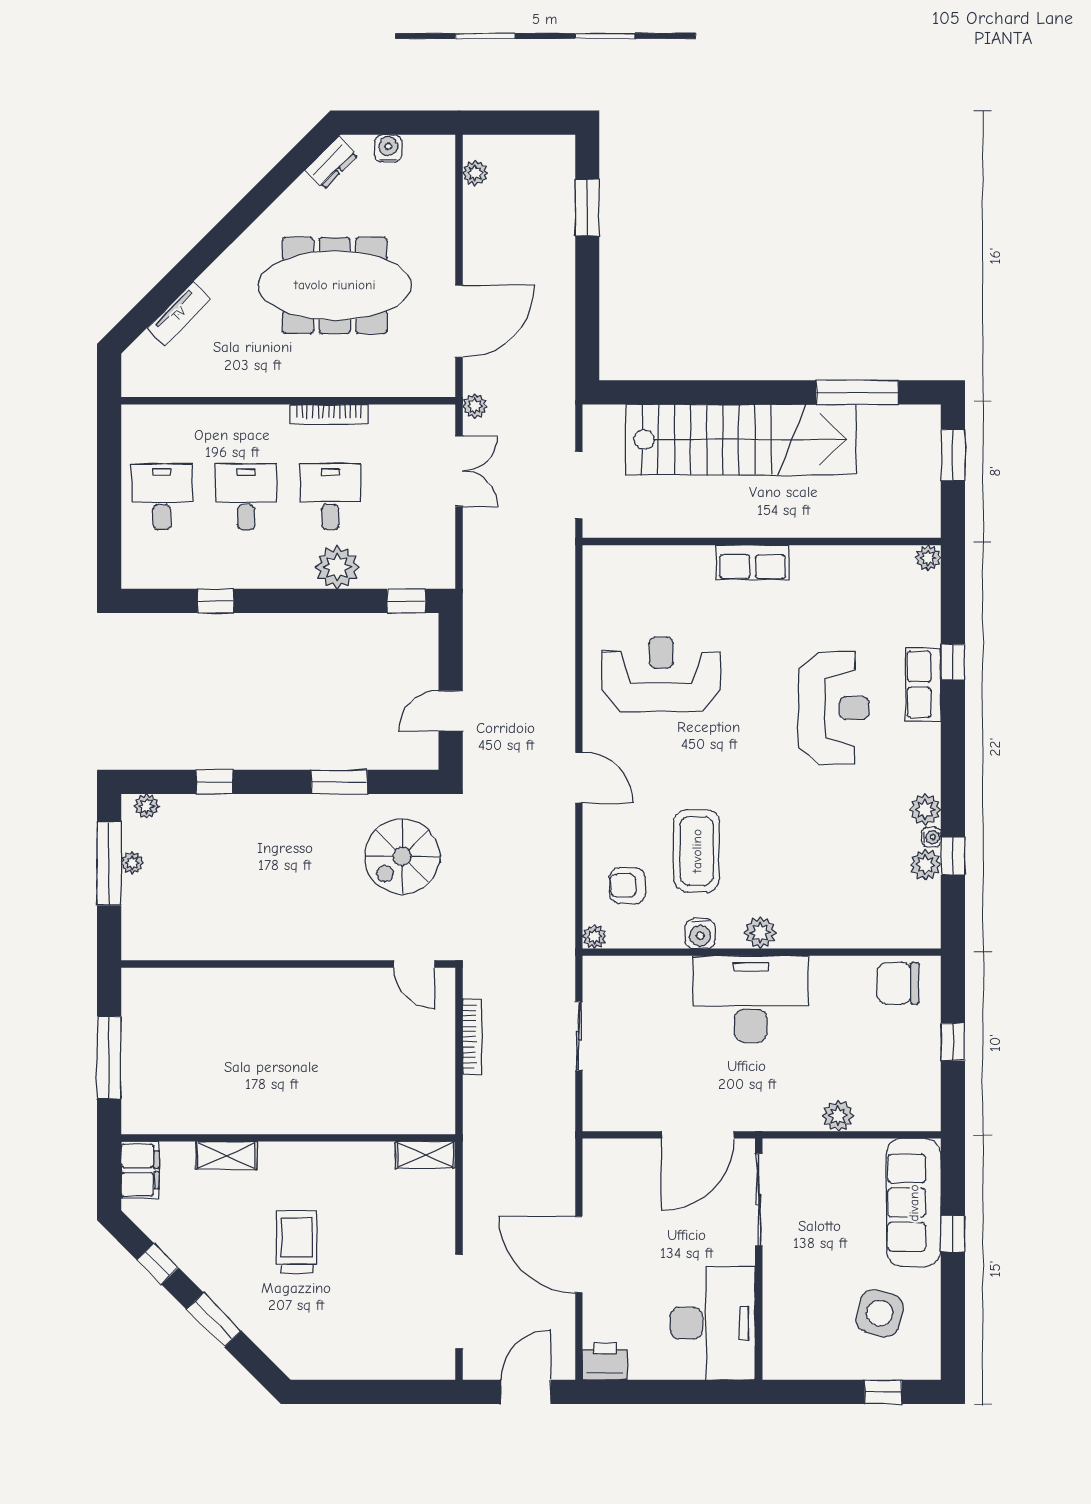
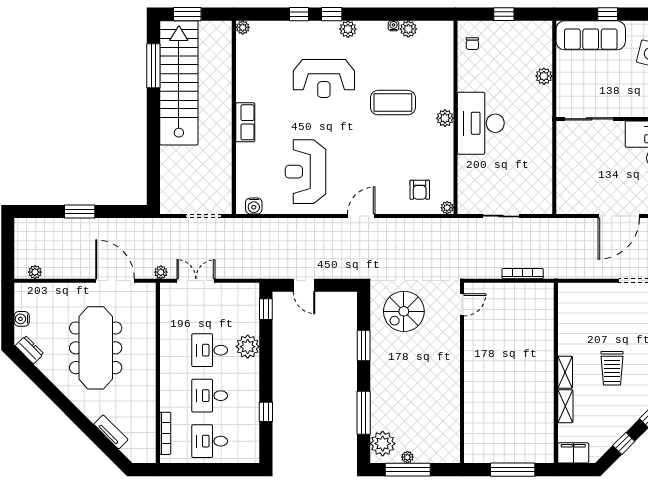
window: (587, 207) -> (80, 211), moved
bookcase: (329, 414) -> (165, 433), moved
stairs: (741, 440) -> (179, 83), moved
row of seats: (923, 684) -> (311, 30), removed
reception desk: (834, 708) -> (324, 78), turned 180
door: (451, 711) -> (304, 285), moved
window: (214, 782) -> (364, 413), width x2.17
plant: (147, 806) -> (383, 444), width x1.87, depth x1.87
plant: (925, 809) -> (348, 29), moved
coffee table: (697, 851) -> (393, 103), moved
spiral stairs: (402, 856) -> (404, 311), turned 90
window: (953, 856) -> (332, 14), moved
water cooler: (700, 933) -> (254, 206), moved, turned 90
chair: (898, 983) -> (472, 44), width x0.54, depth x0.54
bookcase: (472, 1036) -> (523, 274), moved
door: (698, 1135) -> (554, 152), removed
shelving: (425, 1155) -> (565, 372), moved
trolley: (297, 1242) -> (612, 368), turned -90

